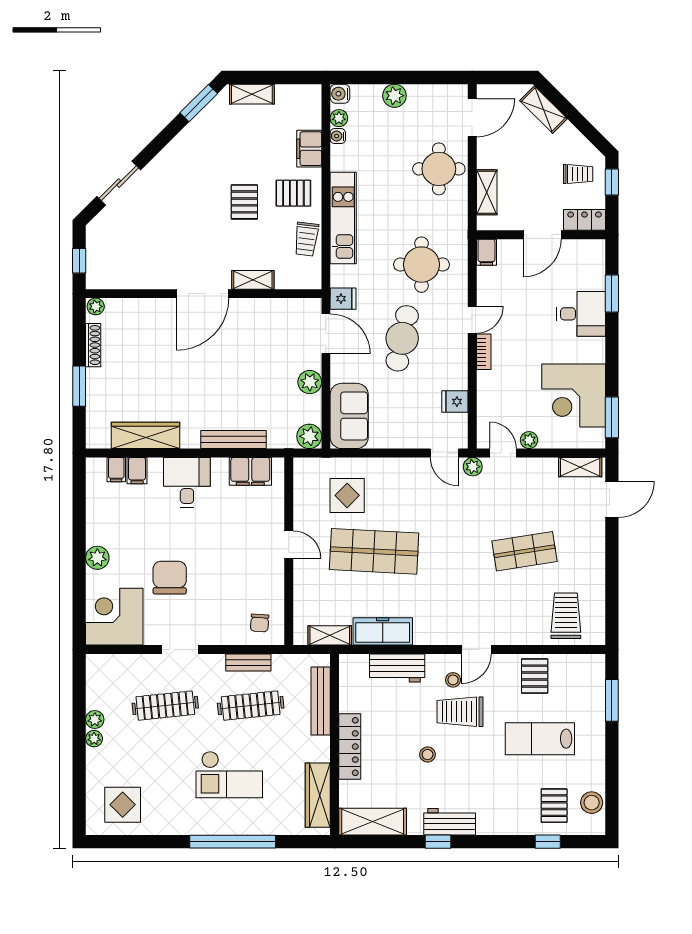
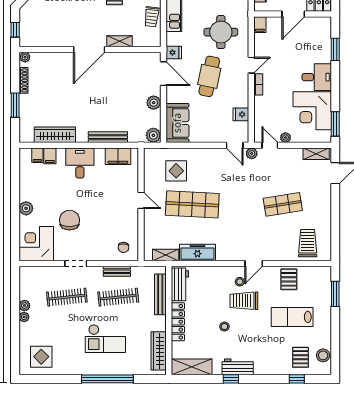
desk: (581, 314) -> (317, 77), moved
workbench: (397, 668) -> (180, 284), moved, turned -90

